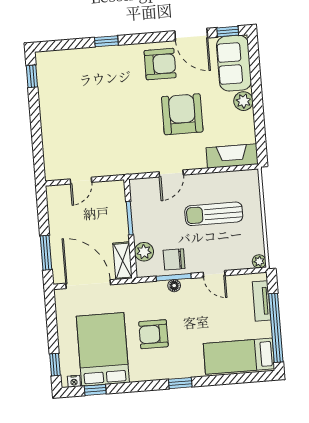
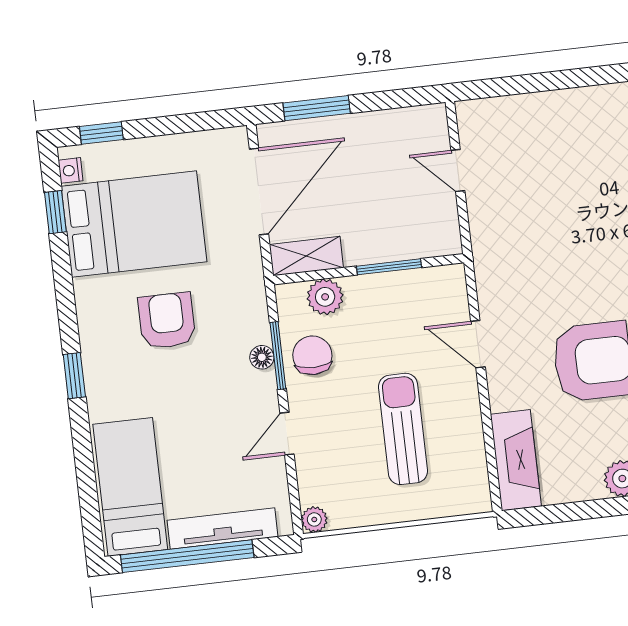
tv unit: (261, 301) -> (222, 528), width x1.41

